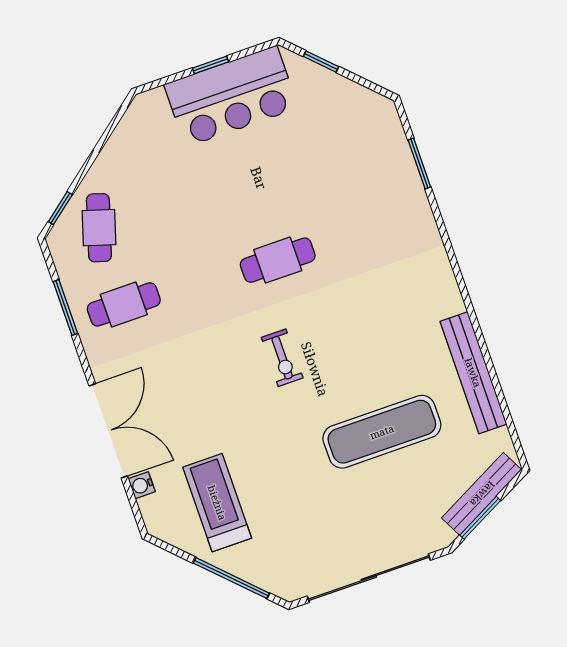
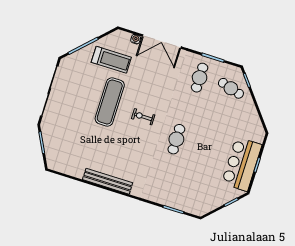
bench: (473, 373) -> (108, 181), moved
exercise mat: (382, 432) -> (110, 102), moved
bench: (482, 494) -> (49, 149), removed

